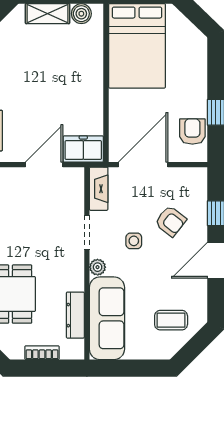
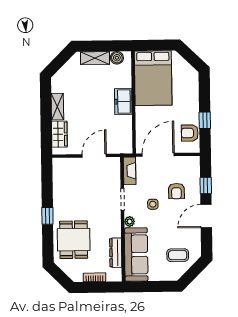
armchair: (192, 132) -> (190, 133), turned -90
freezer: (83, 149) -> (123, 102), moved, turned -90
armchair: (171, 221) -> (176, 191), turned 52

